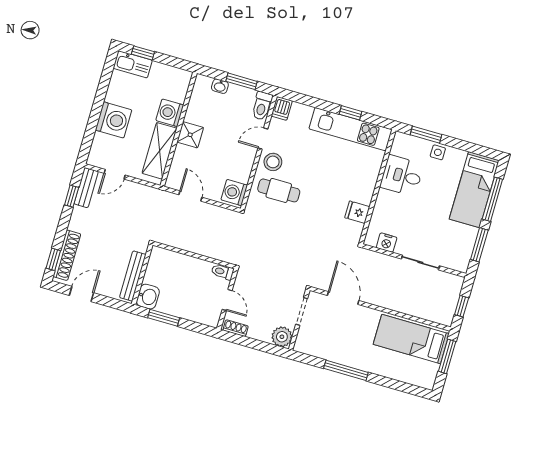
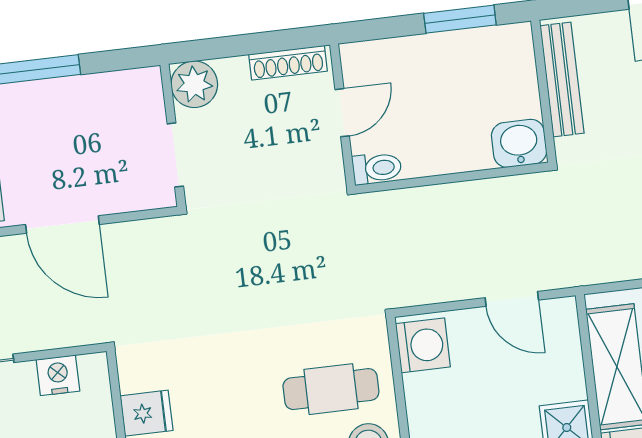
washbasin: (148, 297) -> (519, 143), moved, turned 90
door: (343, 298) -> (62, 224), moved
door: (227, 300) -> (342, 113), swing flipped
shoe rack: (236, 328) -> (288, 63), width x1.43

